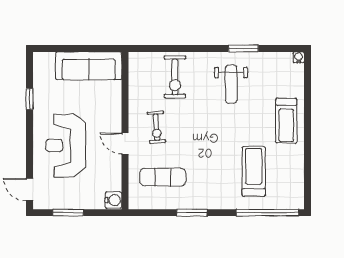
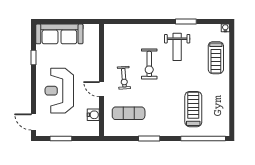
sofa: (89, 66) -> (59, 34), moved
exercise bike: (175, 77) -> (149, 64), moved
treadmill: (286, 121) -> (216, 58), moved
water cooler: (113, 200) -> (93, 115), moved

